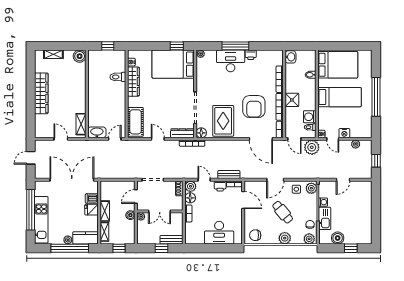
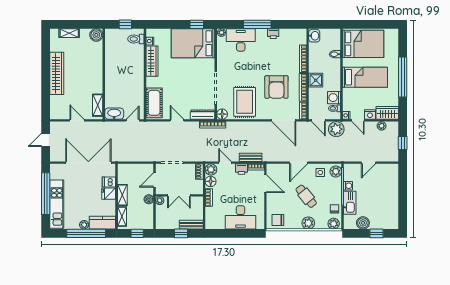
desk: (231, 61) -> (241, 40), moved
toilet: (118, 77) -> (136, 39), moved
wardrobe: (361, 132) -> (387, 113), added

